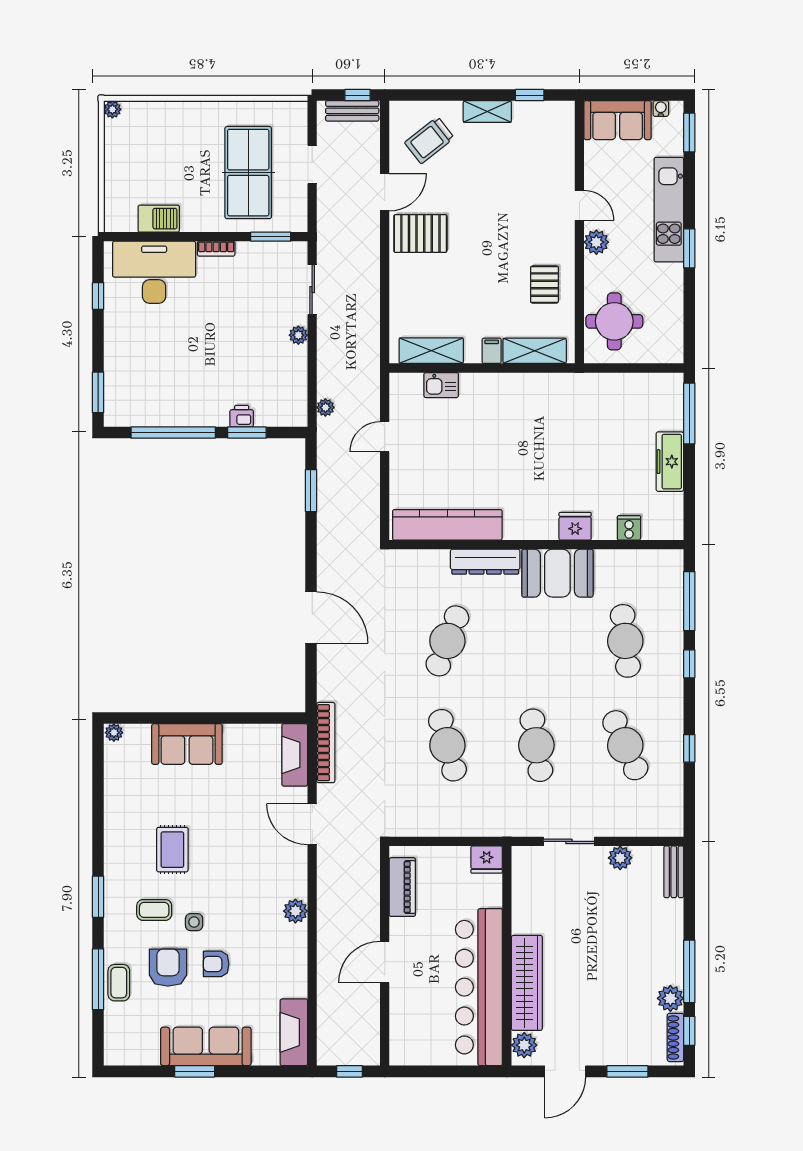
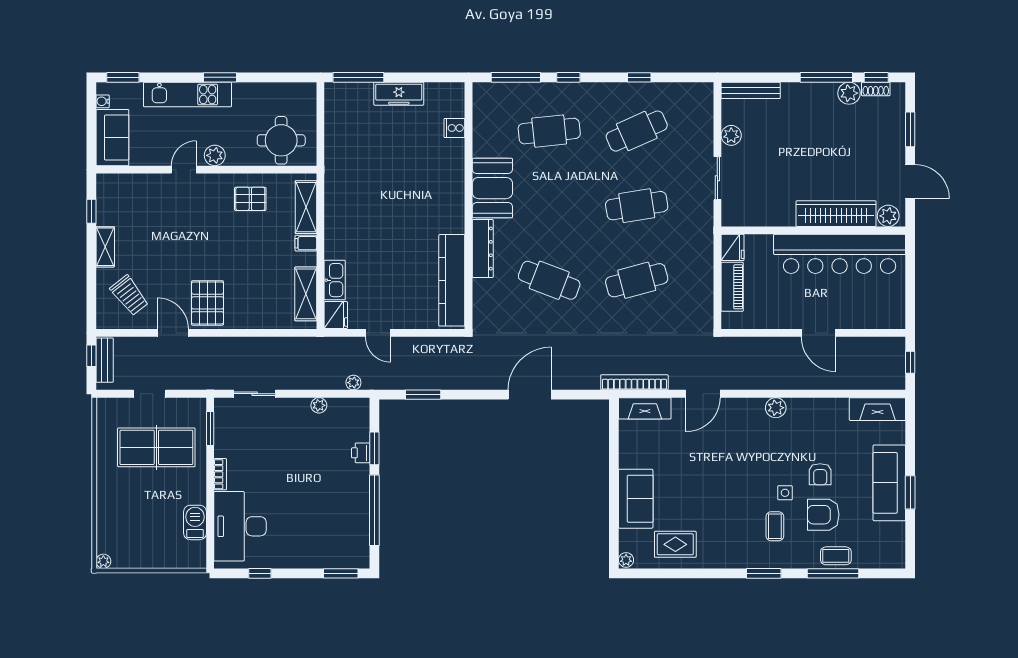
plant: (298, 335) -> (319, 405), moved
kitchen sink: (441, 385) -> (335, 280), width x1.38
fridge: (575, 526) -> (336, 315), moved, turned 180
rug: (172, 850) -> (675, 544), moved
bench: (674, 872) -> (751, 90), width x1.36
piano: (402, 887) -> (732, 287), moved, turned 90
shoe rack: (675, 1037) -> (876, 89), width x0.70

